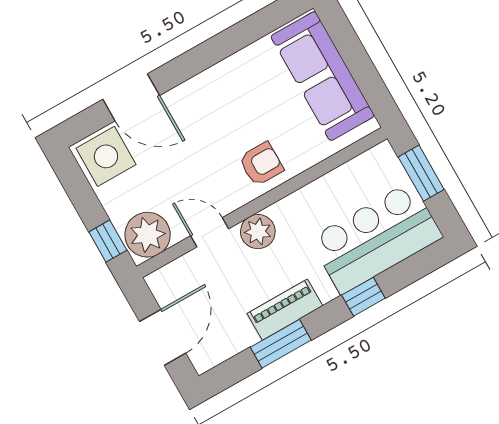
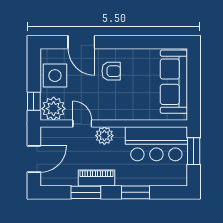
side table: (106, 156) -> (55, 76), moved
armchair: (261, 164) -> (111, 71), moved
bar counter: (376, 238) -> (156, 144), moved, turned 180
window: (363, 297) -> (136, 192), width x1.50

